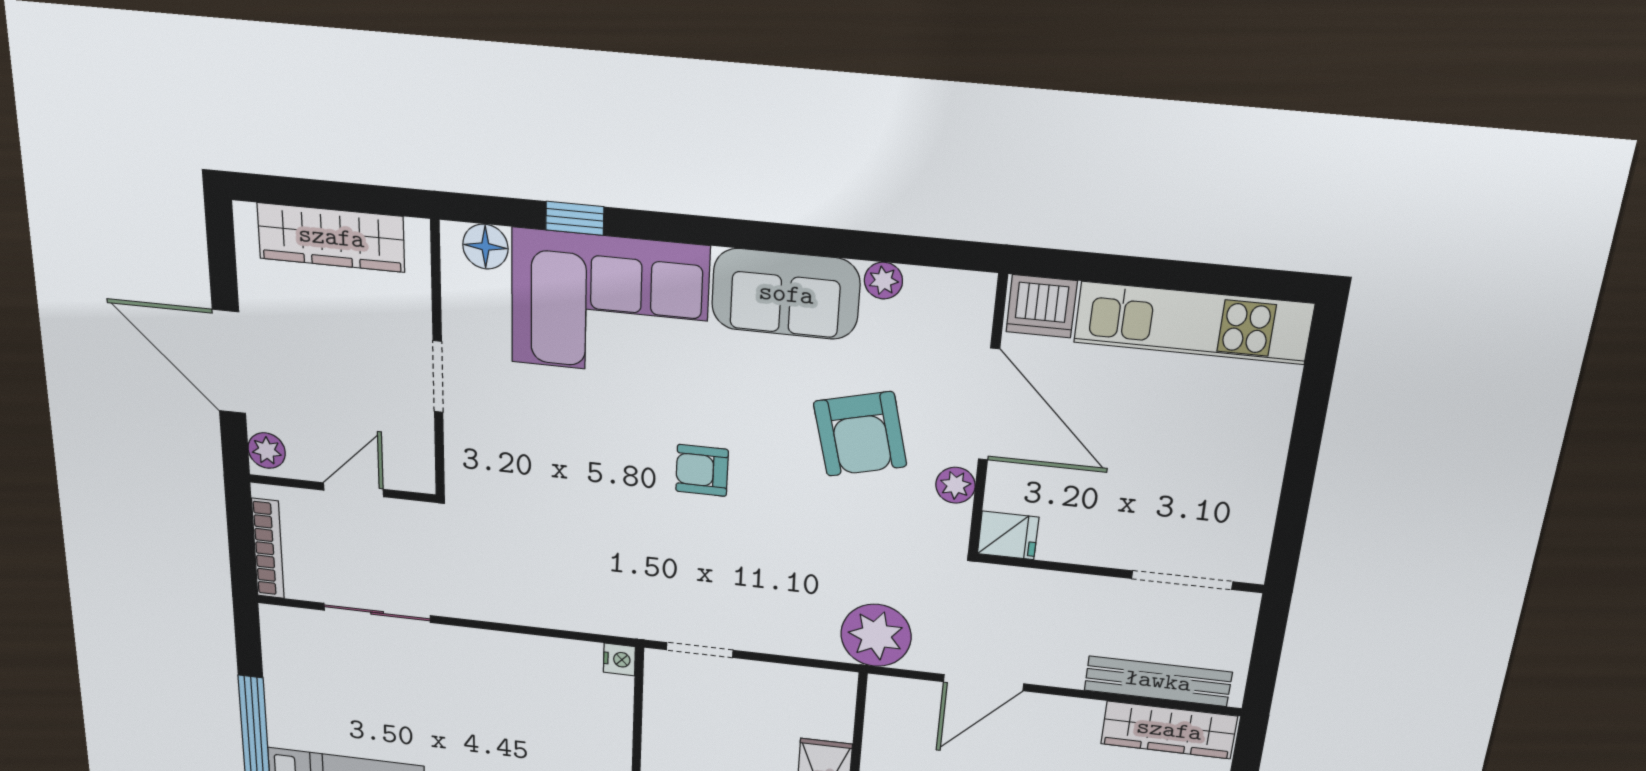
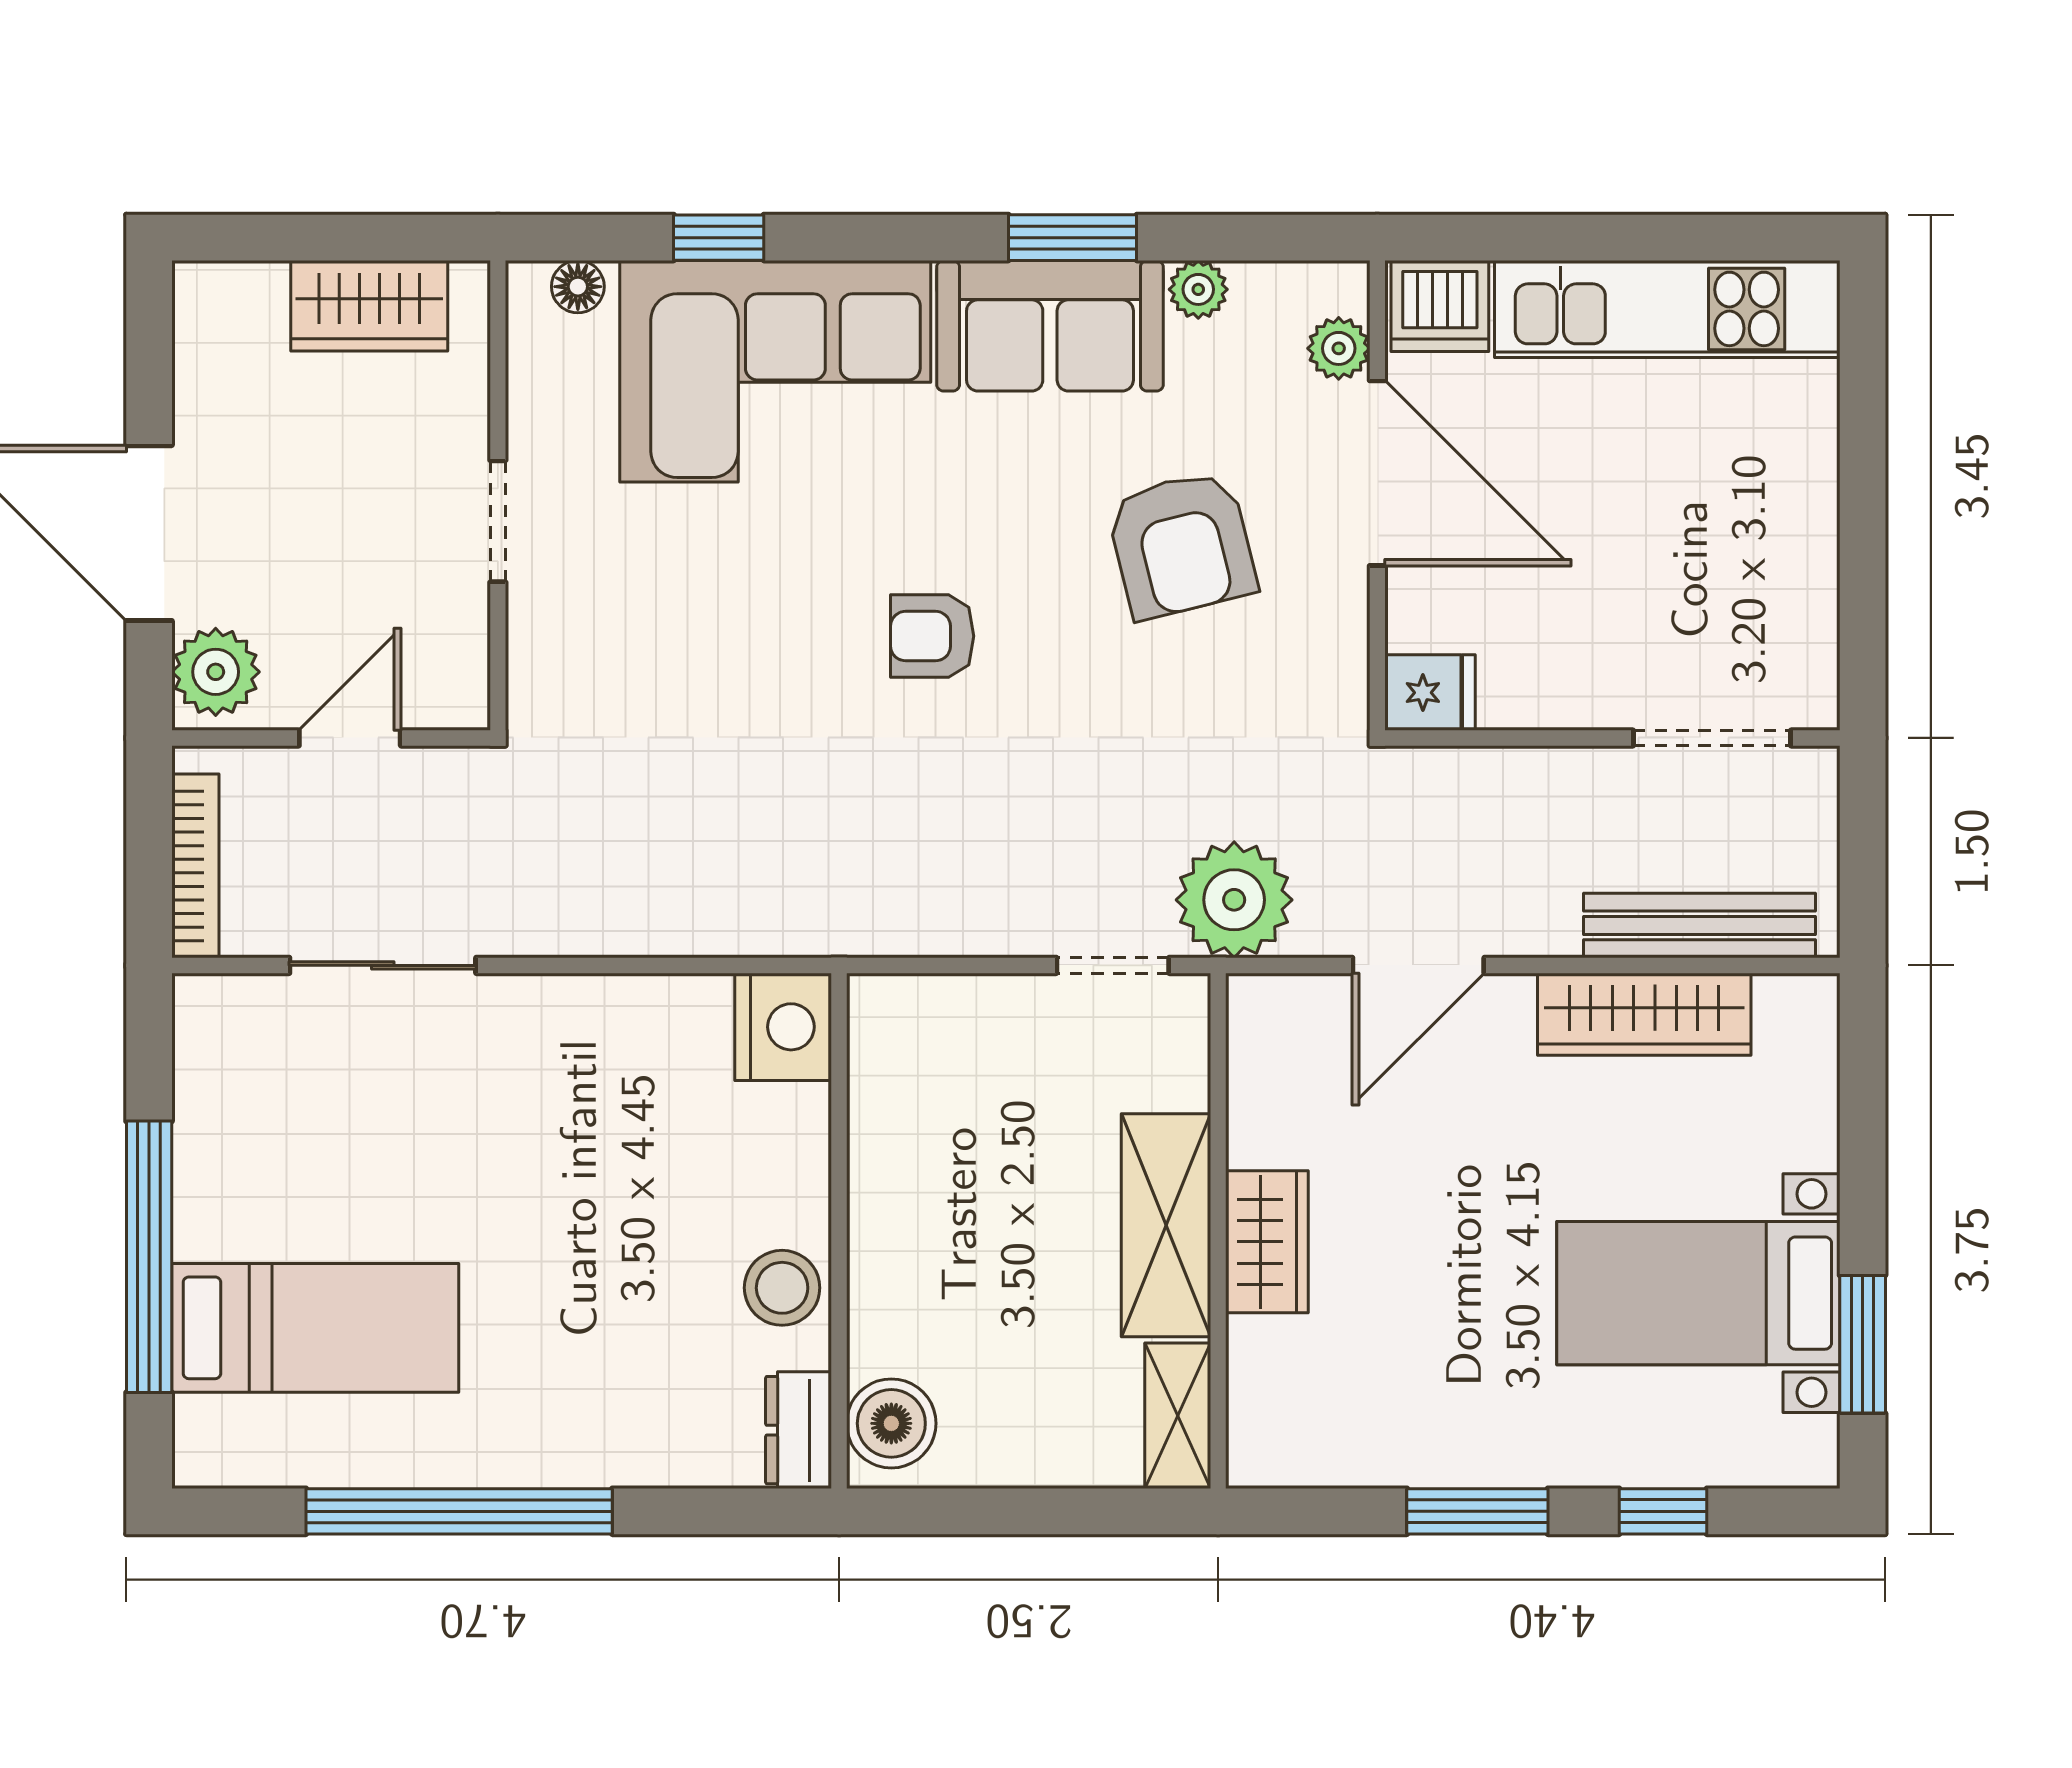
wardrobe: (331, 237) -> (369, 306), width x0.67
window: (804, 240) -> (1073, 238), added
floor lamp: (485, 247) -> (578, 287), width x0.73, depth x0.73
plant: (267, 451) -> (216, 672), width x1.38, depth x1.38
plant: (956, 485) -> (1339, 348), moved
doorway: (700, 650) -> (1113, 965), moved
nightstand: (619, 659) -> (783, 1027), width x1.89, depth x1.79
wardrobe: (1169, 730) -> (1644, 1014), moved

